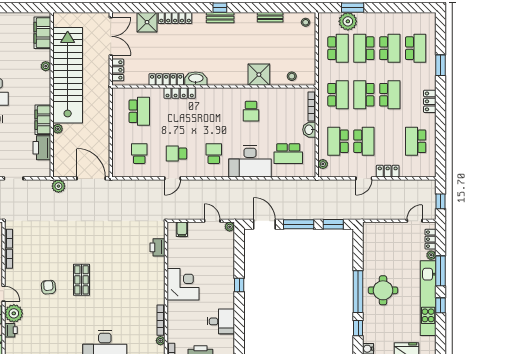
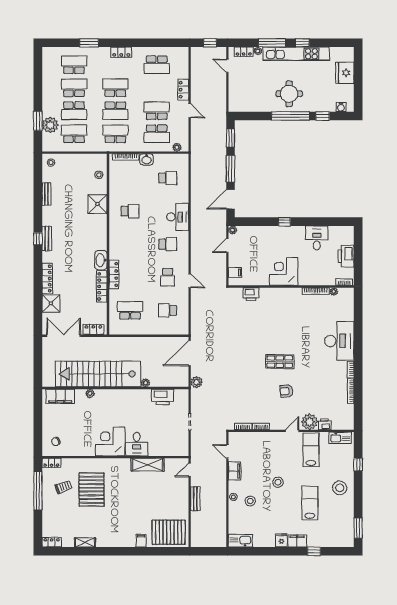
filing cabinet: (43, 120) -> (138, 396), removed
school desk: (214, 154) -> (168, 244), turned 180
school desk: (288, 154) -> (168, 178), width x0.54
desk: (250, 161) -> (178, 217), width x0.73, depth x0.77

